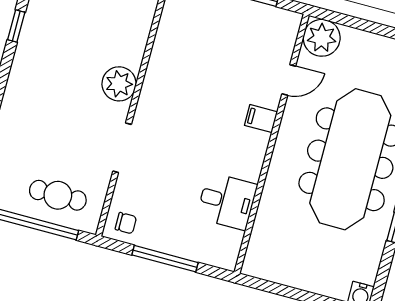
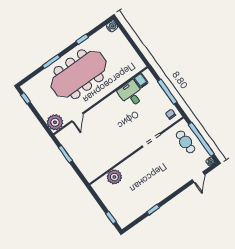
door: (289, 80) -> (77, 117), swing flipped
plant: (119, 84) -> (114, 177), moved
filing cabinet: (261, 119) -> (141, 81), moved

